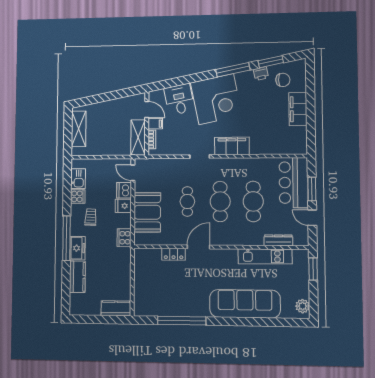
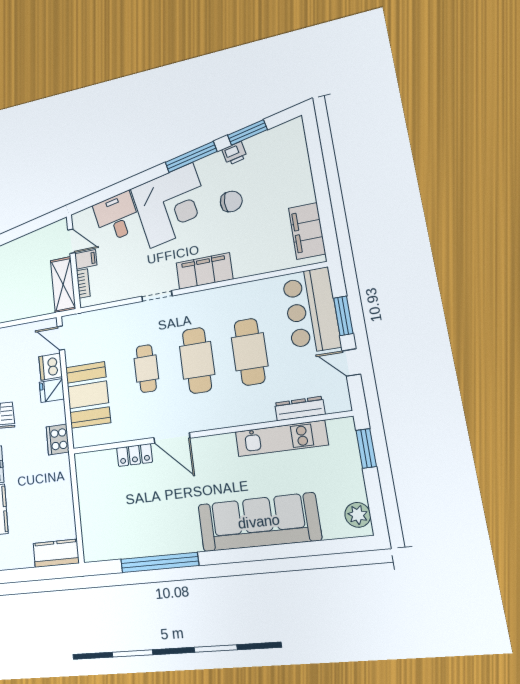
chair: (283, 80) -> (231, 201), moved
filing cabinet: (298, 109) -> (307, 231), moved
door: (198, 247) -> (172, 438), swing flipped

